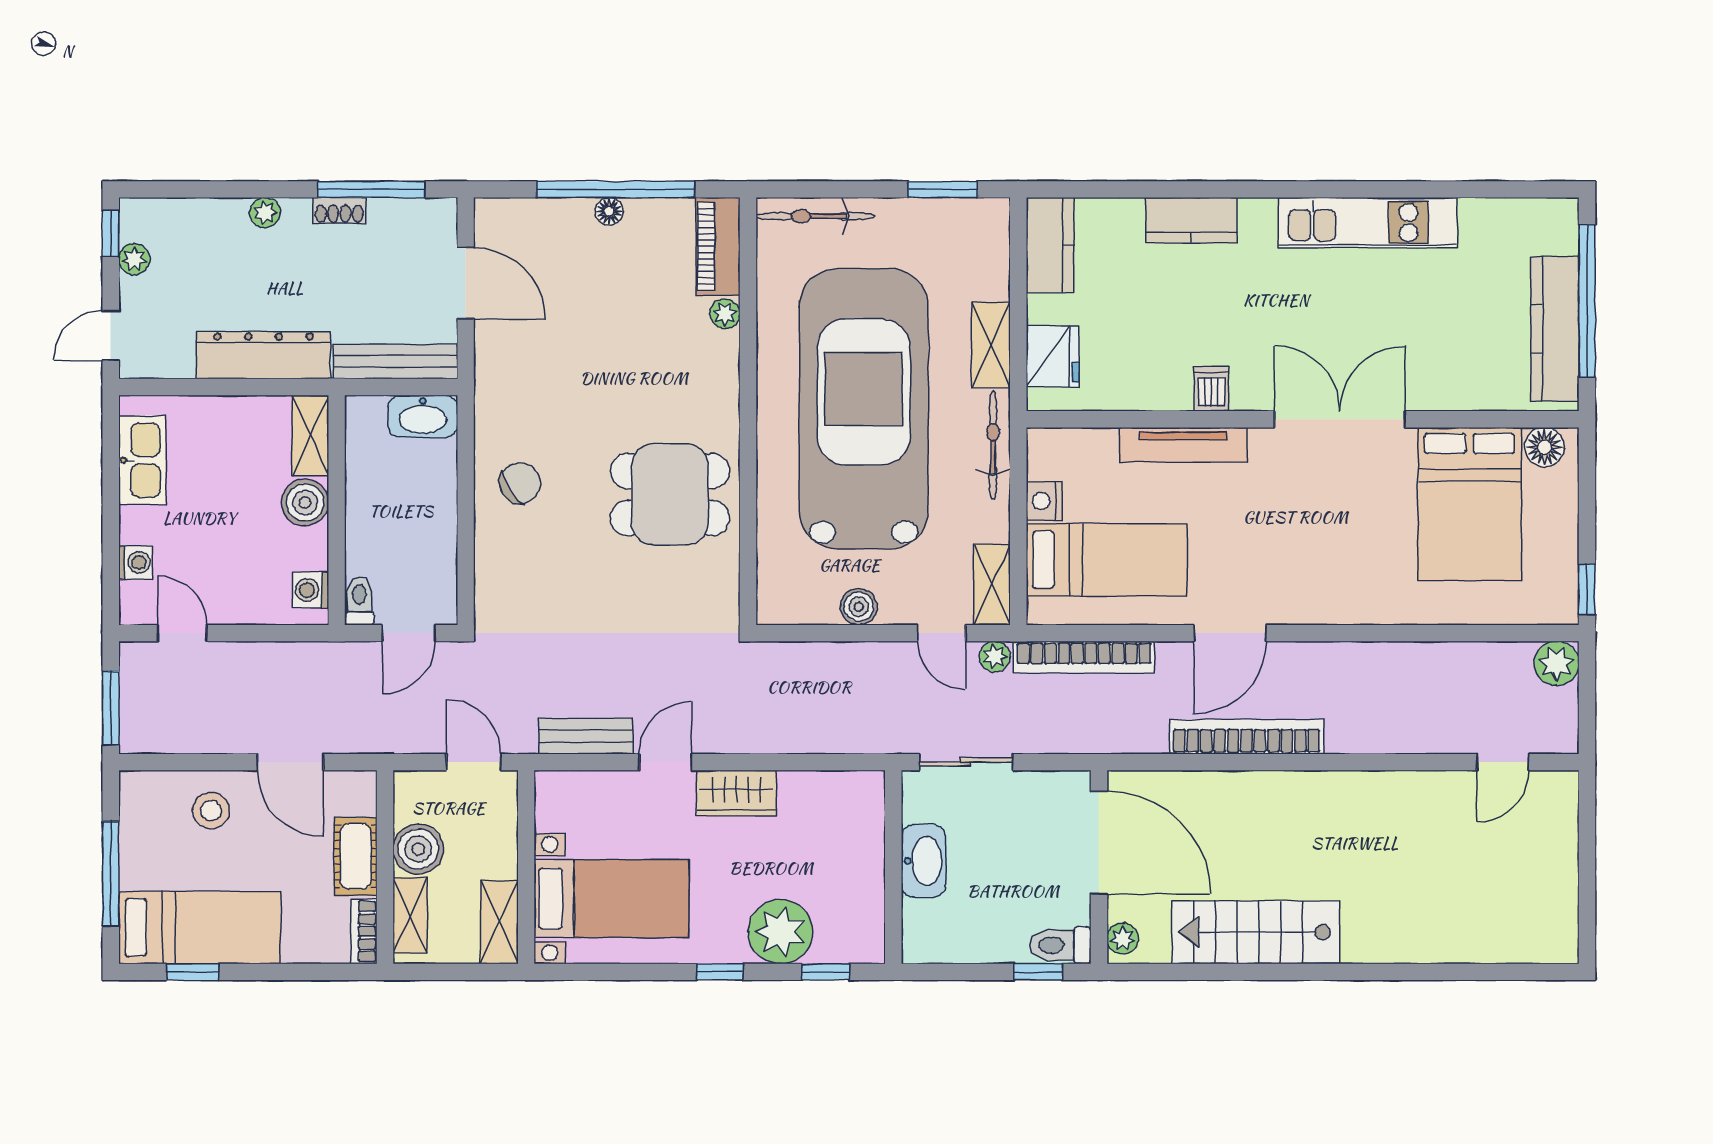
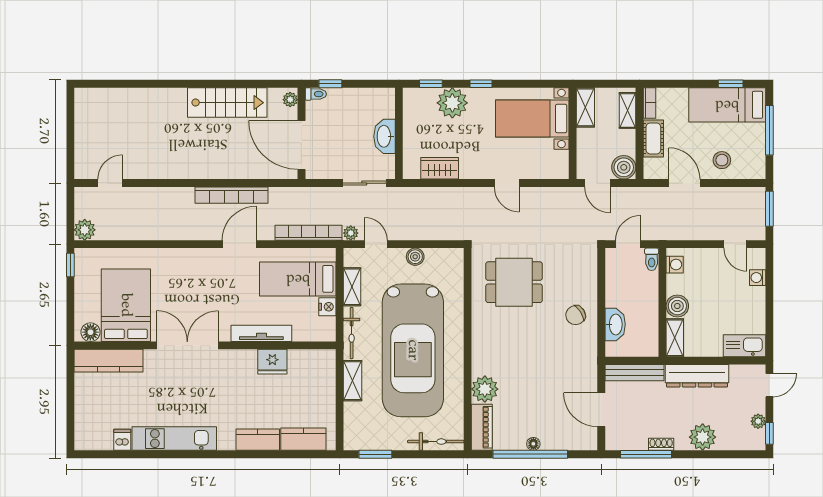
plant: (265, 213) -> (703, 437), width x1.88, depth x1.88
kitchen counter: (1050, 245) -> (303, 439), moved, turned 90
window: (1587, 301) -> (70, 401), removed
plant: (725, 314) -> (485, 389), width x1.88, depth x1.88
kitchen counter: (1555, 329) -> (108, 361), moved, turned 90
fridge: (1053, 356) -> (272, 362), moved, turned -90
dishwasher: (1211, 389) -> (122, 440), moved, turned 180
washbasin: (423, 416) -> (615, 324), moved, turned 90
double door: (1340, 419) -> (187, 345), swing flipped
kitchen sink: (142, 460) -> (744, 346), moved, turned 90
dining table: (670, 494) -> (514, 282), moved
shelving: (992, 585) -> (352, 287), moved
bench: (586, 736) -> (544, 195), removed
door: (665, 762) -> (507, 183), hinge flipped
wardrobe: (736, 793) -> (440, 168), moved
boiler: (418, 849) -> (624, 167), moved
toilet: (1060, 945) -> (316, 94), width x0.73, depth x0.72

